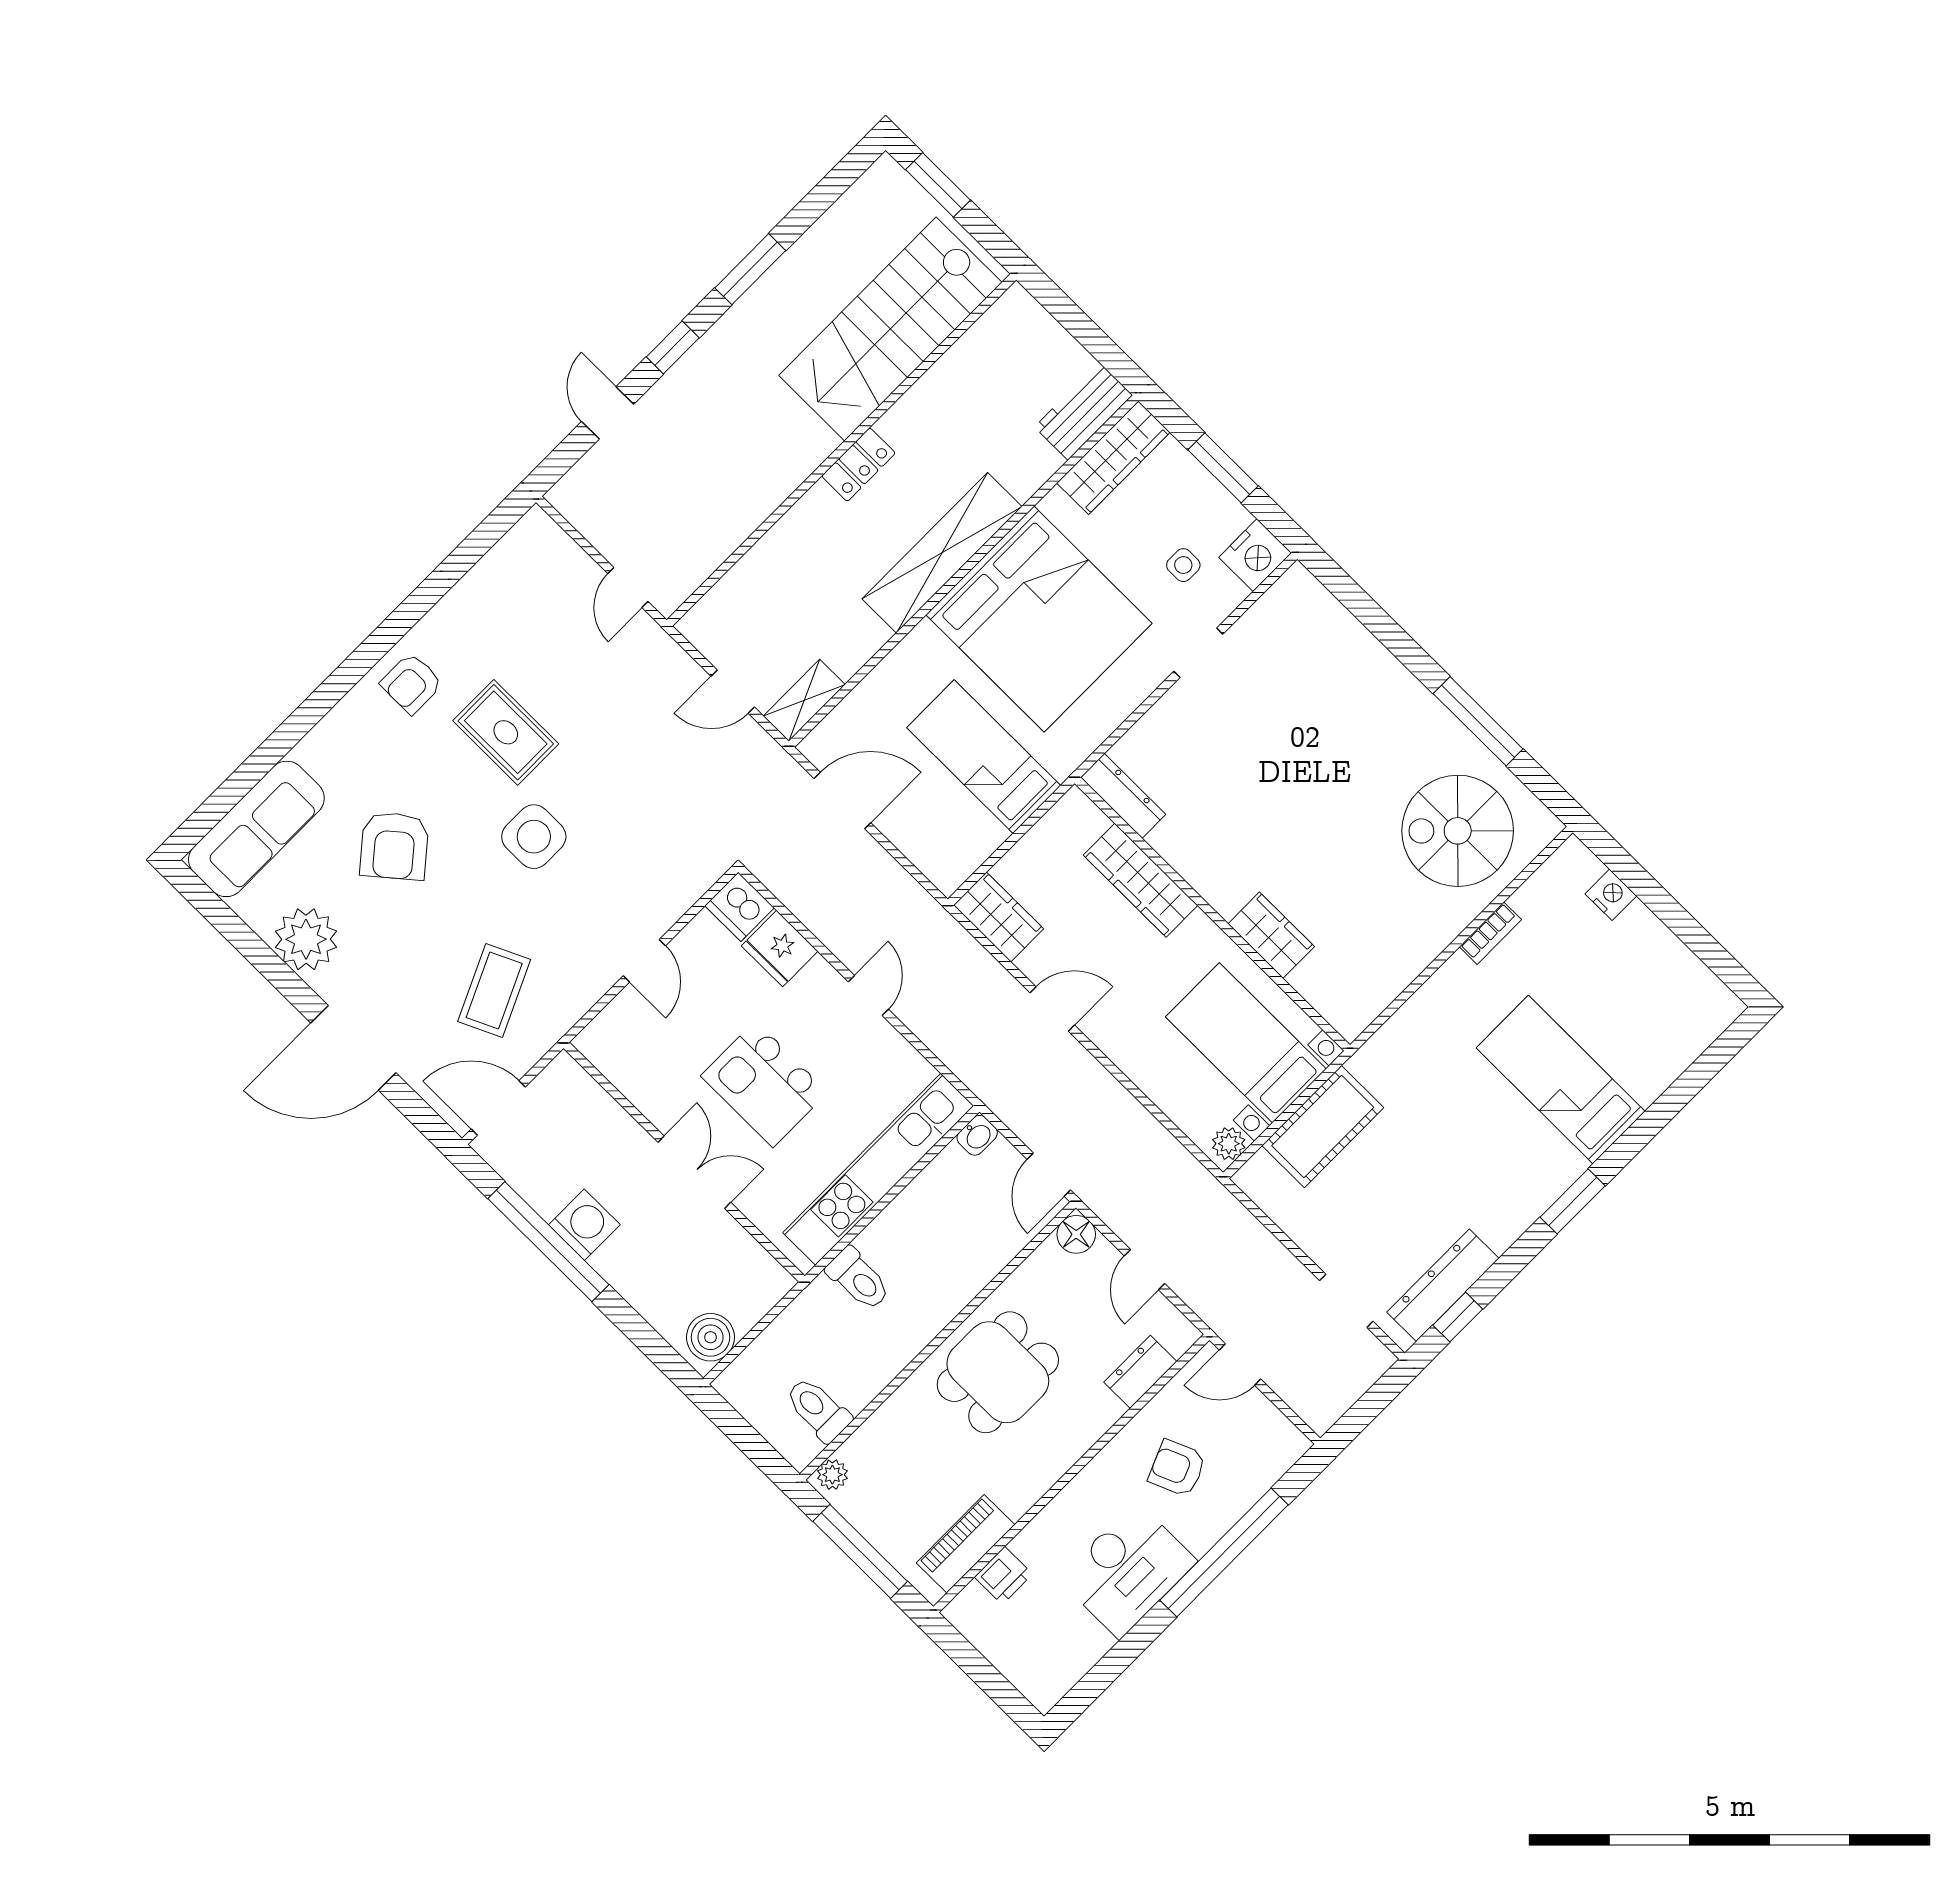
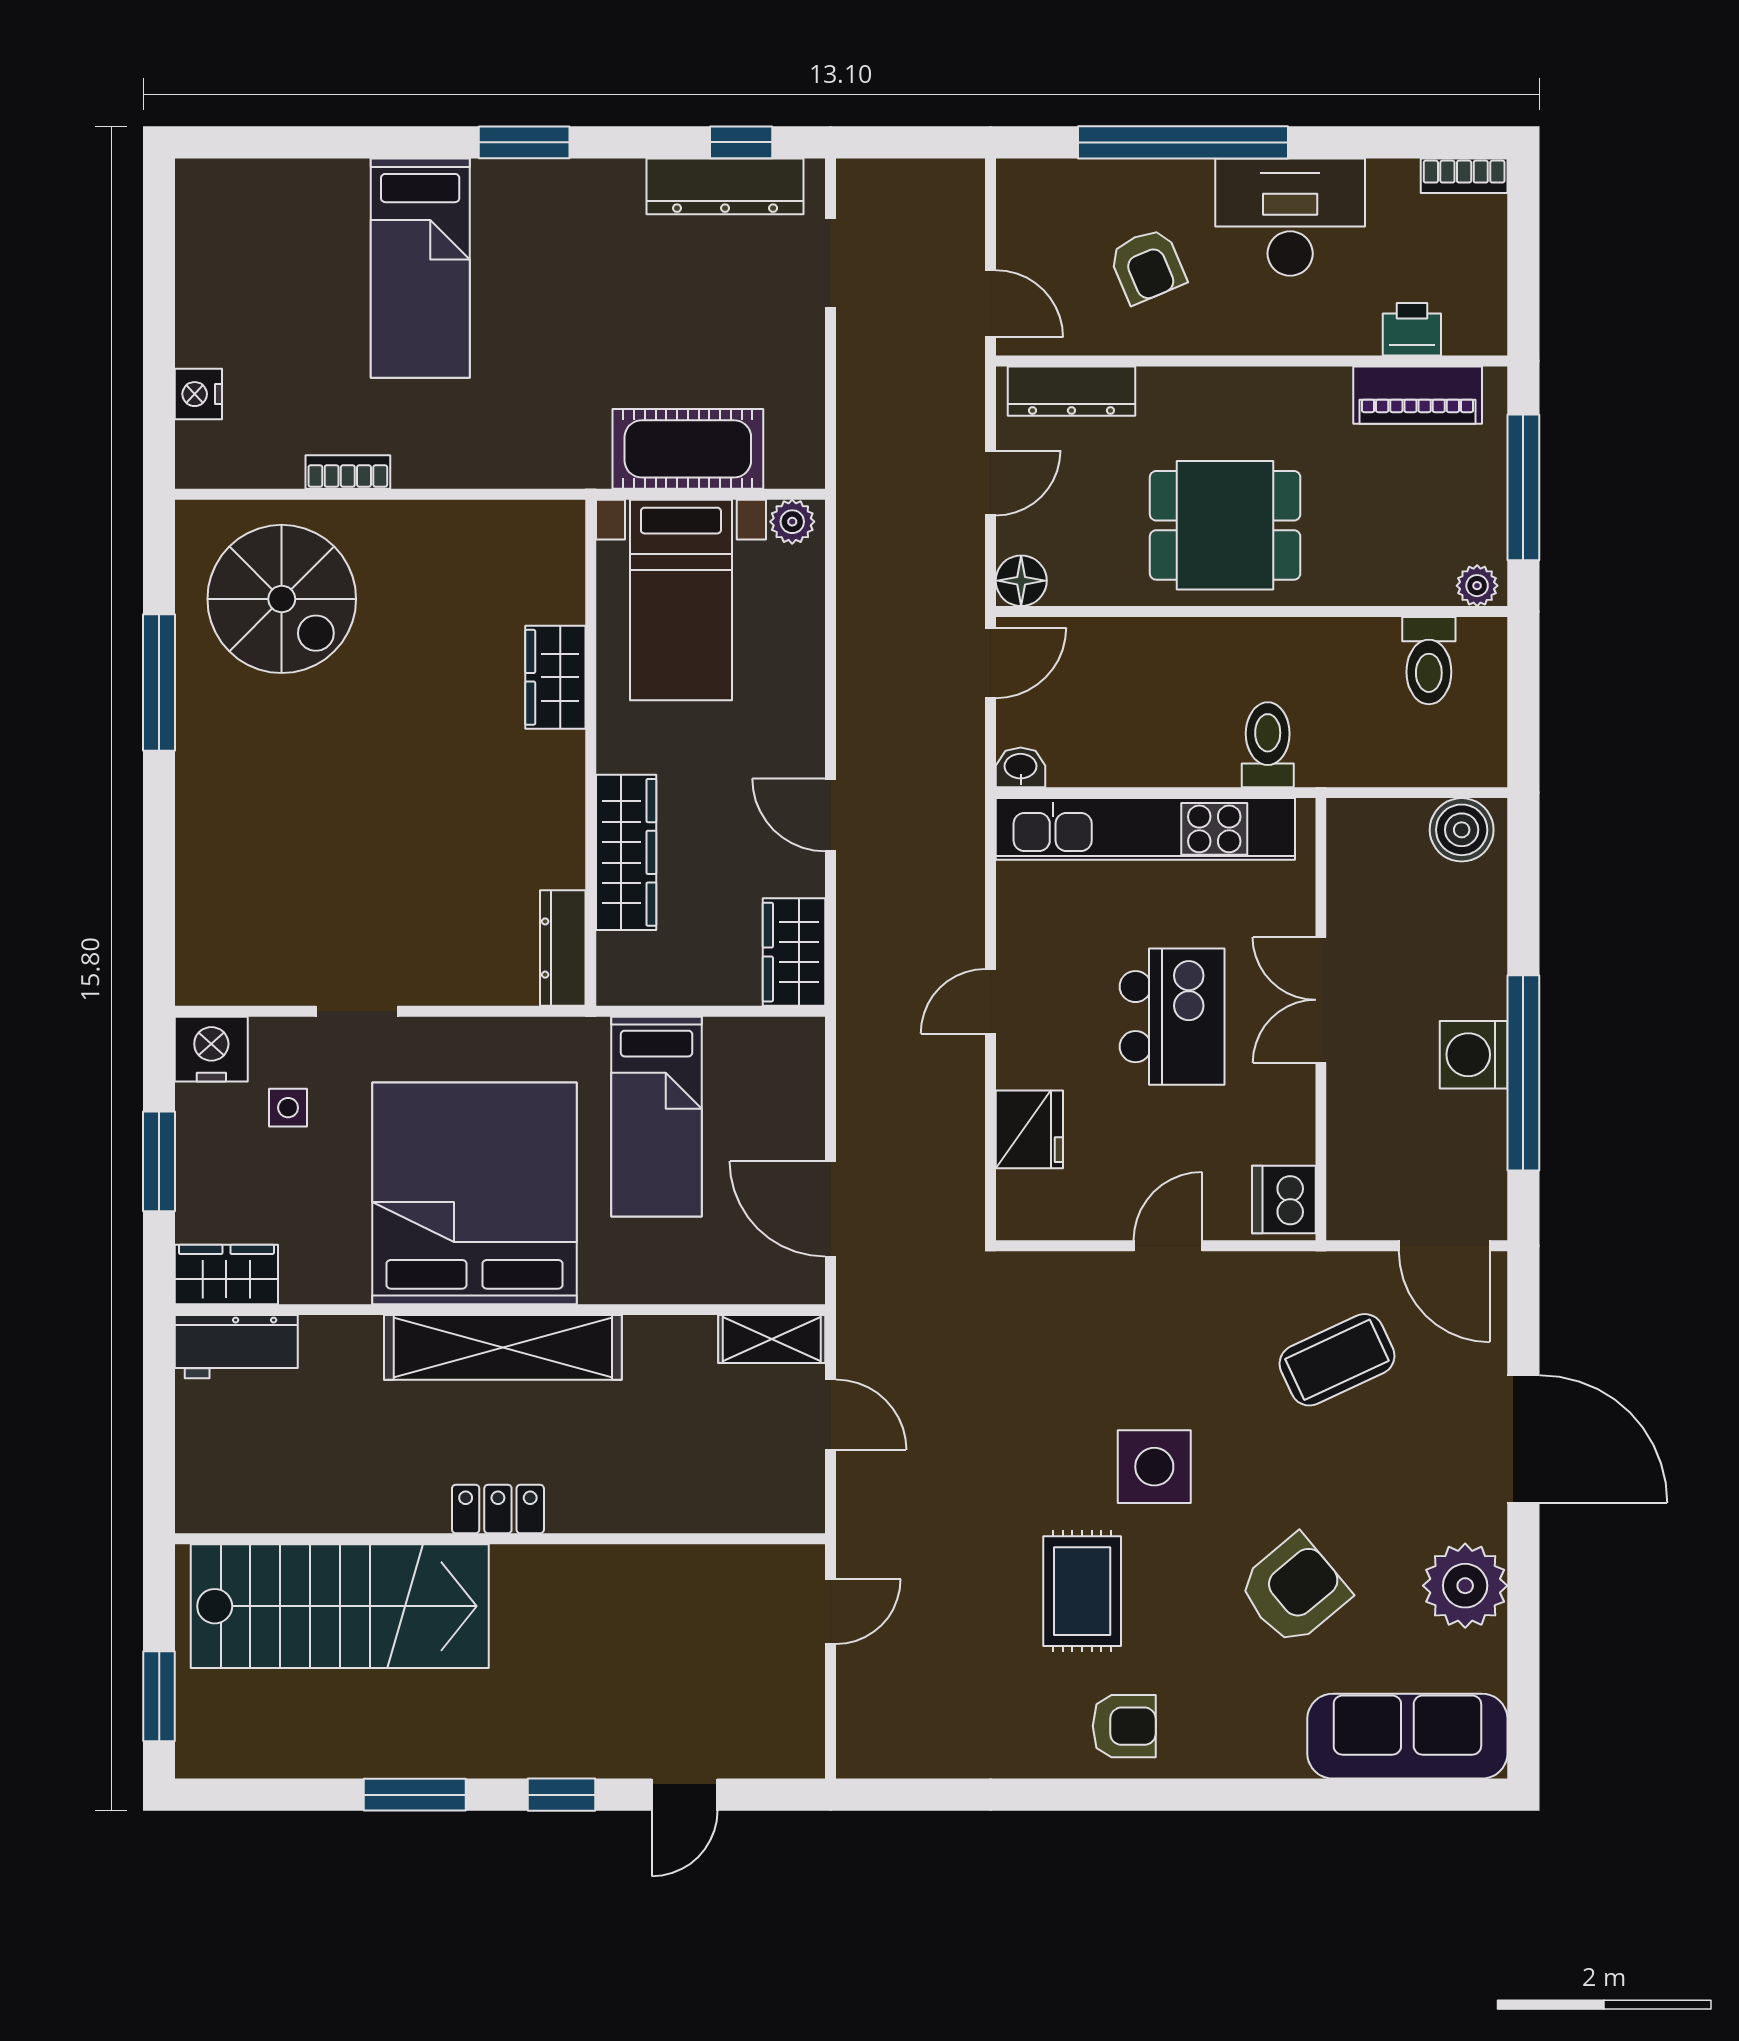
wardrobe: (1113, 458) -> (226, 1274), width x0.67
dishwasher: (740, 907) -> (1284, 1200), moved, turned 180
dresser: (1140, 1372) -> (1071, 391), width x1.44
bookcase: (1058, 1685) -> (1464, 176), added

